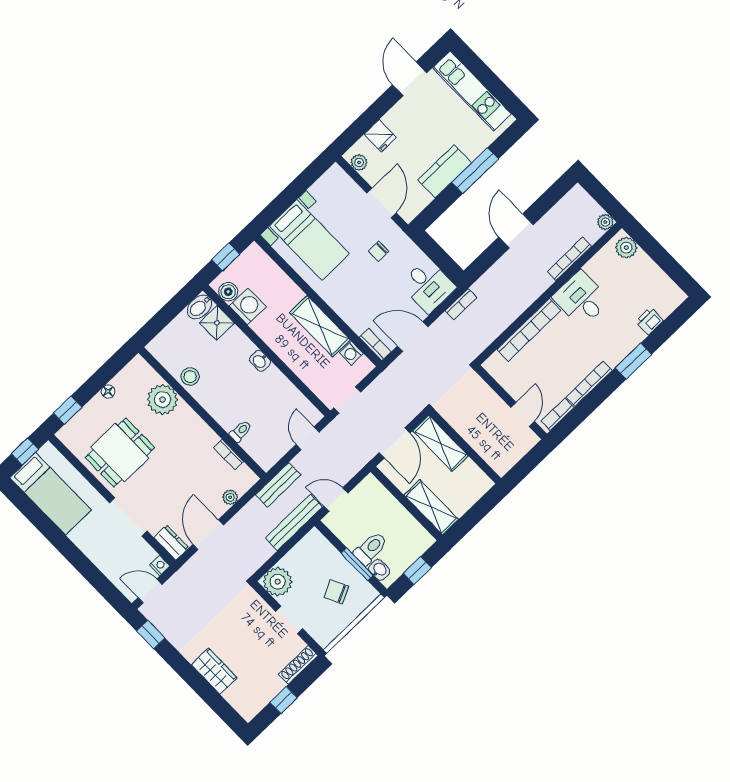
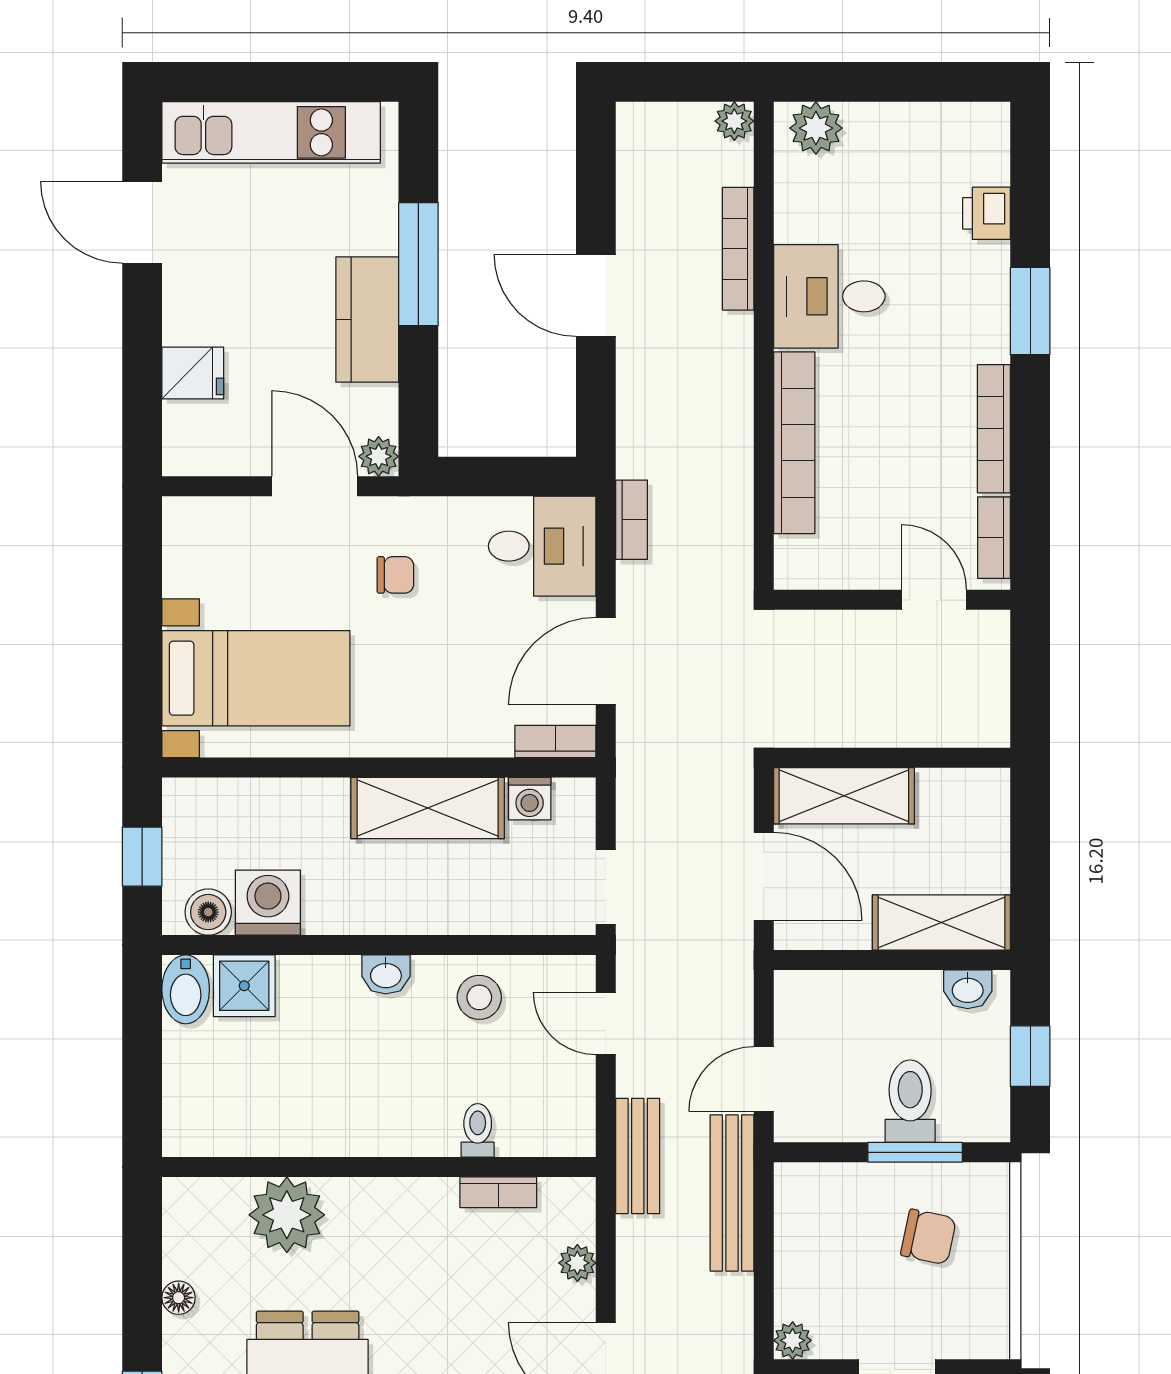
plant: (359, 162) -> (379, 456), moved
chair: (379, 251) -> (395, 575), turned -90
stool: (190, 377) -> (479, 997), moved
washbasin: (379, 570) -> (968, 989), moved, turned 180
plant: (278, 582) -> (793, 1340), width x0.53, depth x0.53
chair: (336, 592) -> (928, 1237), turned -142

